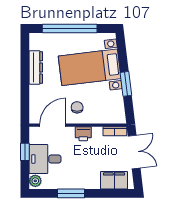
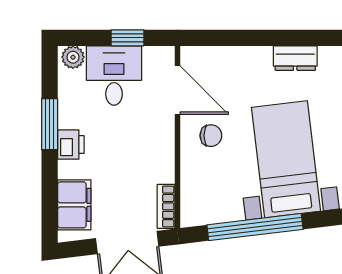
dresser: (36, 67) -> (295, 58), width x0.70
window: (126, 84) -> (255, 227), width x2.11
printer: (83, 134) -> (71, 145), moved, turned 180

